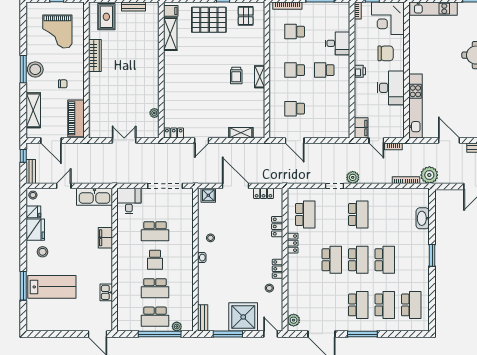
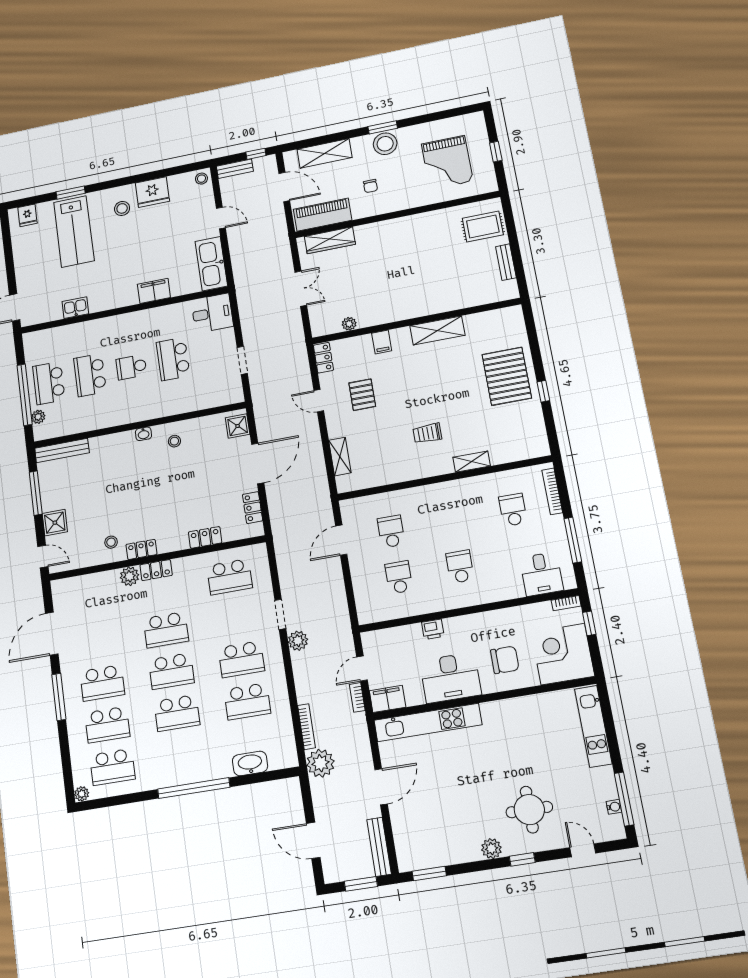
filing cabinet: (171, 11) -> (382, 342), moved
pallet: (246, 16) -> (362, 395), moved, turned 90
grand piano: (57, 32) -> (447, 162), turned -90
shelving: (170, 34) -> (437, 330), moved
desk: (337, 43) -> (541, 574), moved
chair: (386, 53) -> (505, 660), turned -90
wardrobe: (95, 55) -> (330, 240), moved
window: (23, 69) -> (383, 127), width x0.69
school desk: (295, 70) -> (399, 577), moved
printer: (360, 71) -> (433, 629), moved
shelving: (260, 77) -> (472, 462), moved
filing cabinet: (361, 128) -> (387, 699), moved, turned 180
door: (51, 141) -> (284, 187), swing flipped
doorway: (165, 186) -> (242, 360), width x0.53
fridge: (33, 212) -> (27, 215), moved
school desk: (385, 214) -> (247, 701), added
locker: (293, 243) -> (156, 570), moved
window: (432, 255) -> (194, 788), width x2.11
window: (23, 286) -> (71, 193), width x0.69
shower: (243, 317) -> (55, 523), width x0.54, depth x0.54
bench: (203, 318) -> (62, 451), width x1.36
plant: (294, 320) -> (129, 576), moved
plant: (425, 327) -> (82, 794), added
door: (271, 334) -> (43, 556), hinge flipped

